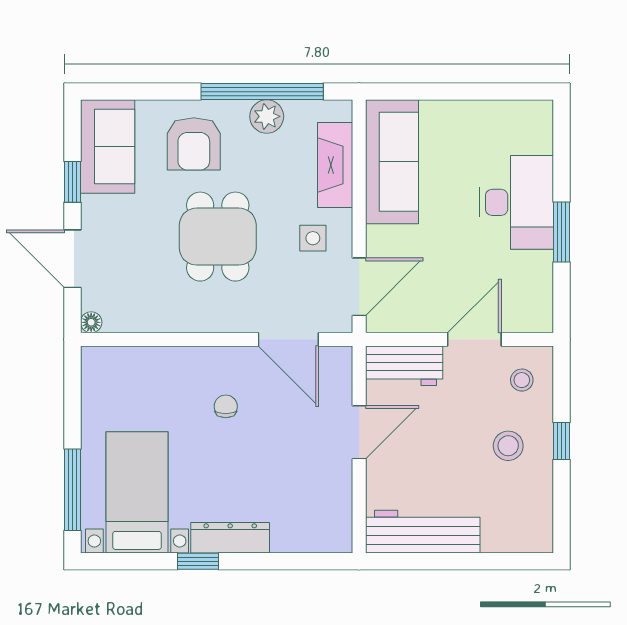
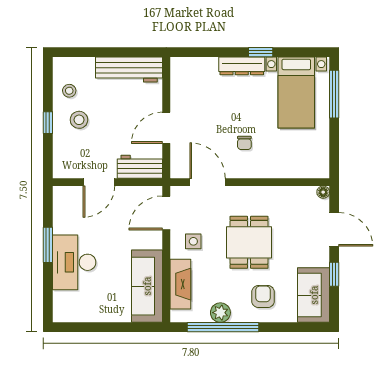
armchair: (194, 144) -> (263, 297), width x0.72, depth x0.72
stool: (522, 380) -> (69, 91), moved

